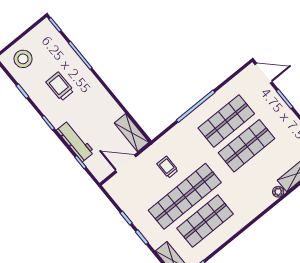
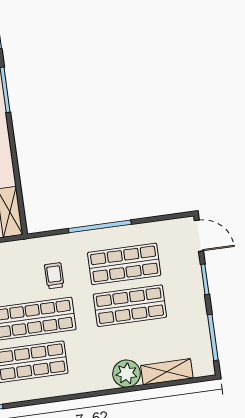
trolley: (167, 167) -> (54, 276), moved
plant: (278, 192) -> (127, 374), width x1.88, depth x1.88

